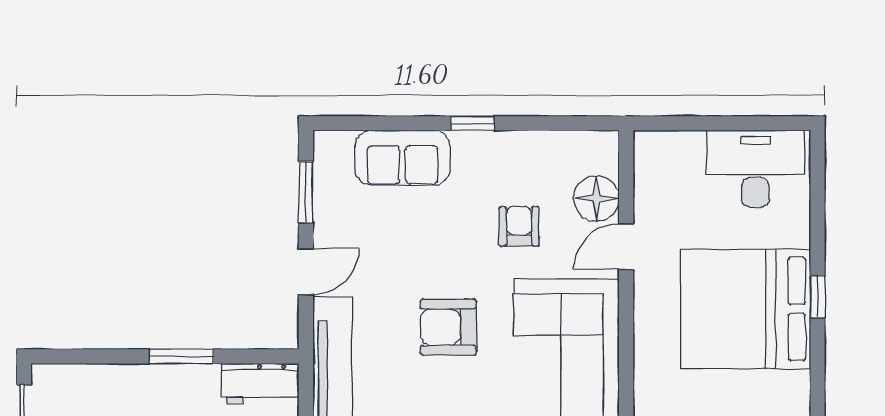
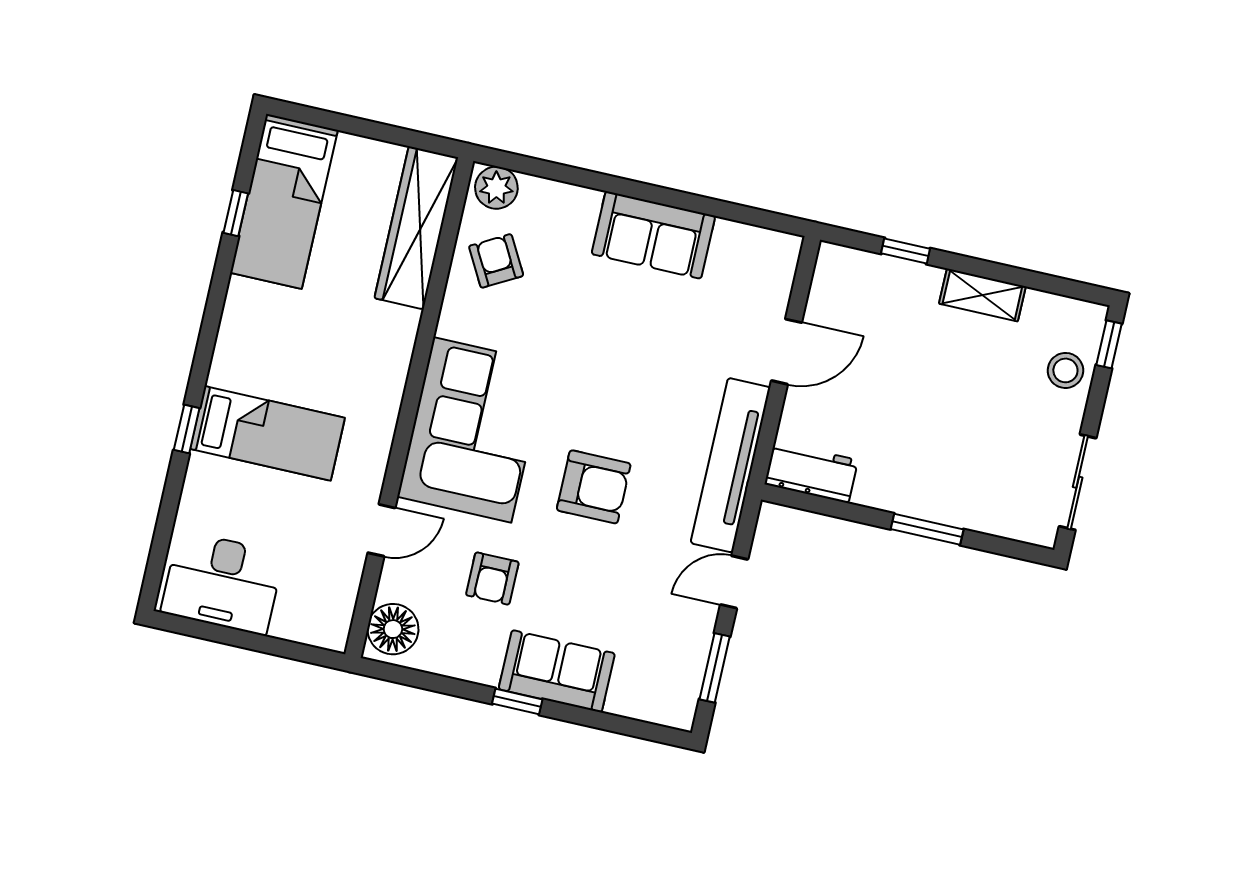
sofa: (402, 158) -> (557, 671), moved
floor lamp: (596, 198) -> (393, 629), moved
bed: (746, 309) -> (267, 433), width x0.49
window: (181, 356) -> (927, 529), moved

